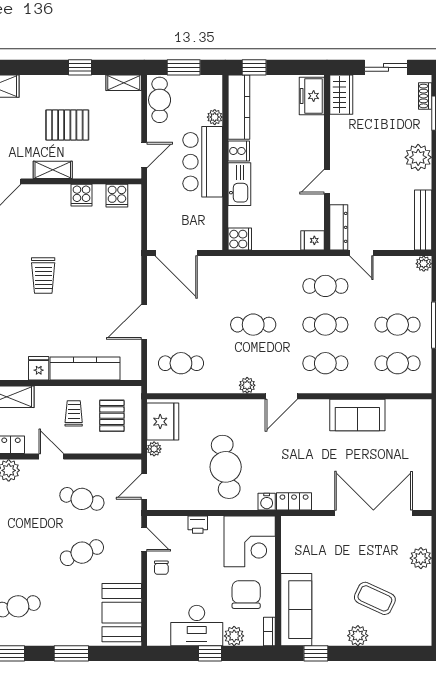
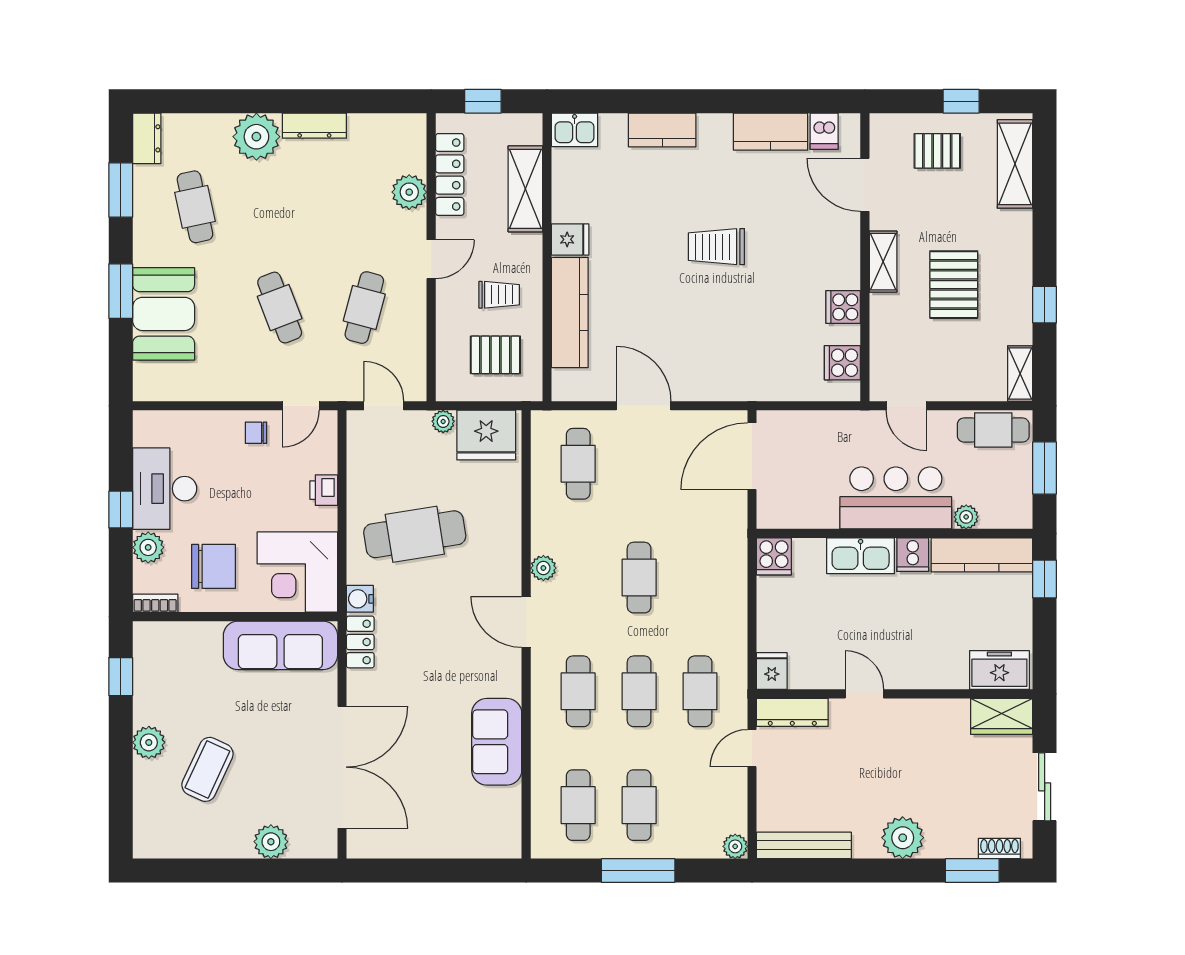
sofa: (296, 610) -> (280, 645), moved
booth: (122, 613) -> (164, 314), moved, turned 90

